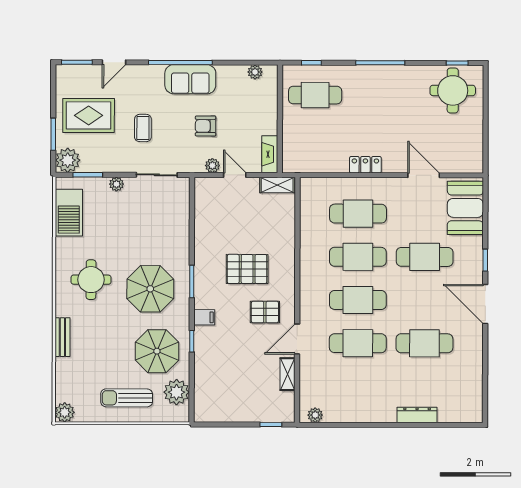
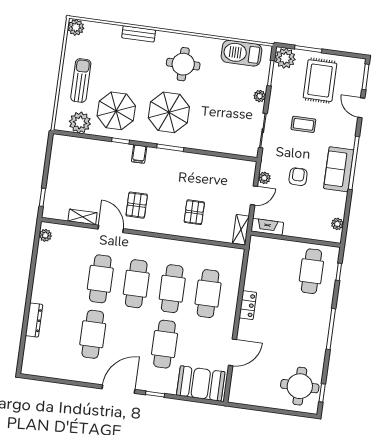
pallet: (247, 269) -> (194, 212), moved, width x0.67, depth x0.71

